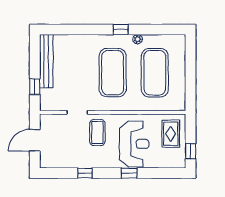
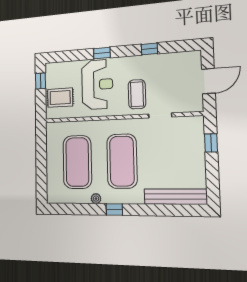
bench: (46, 61) -> (175, 197), moved, turned 90
rug: (171, 134) -> (60, 98), turned 90
reception desk: (134, 144) -> (97, 84), turned 180

